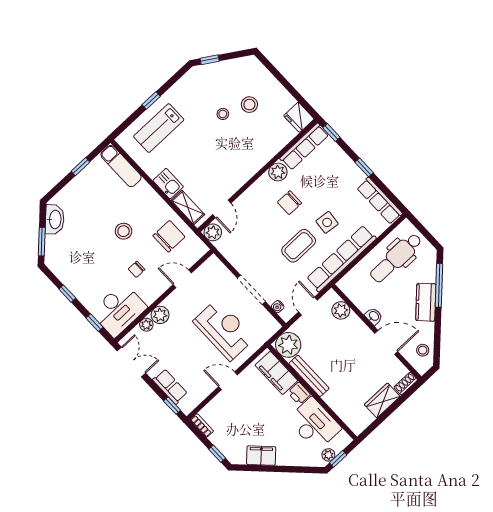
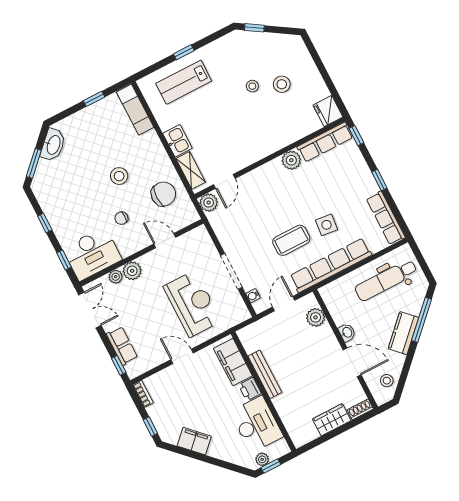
chair: (289, 203) -> (294, 194), removed
plant: (288, 345) -> (253, 337), removed

